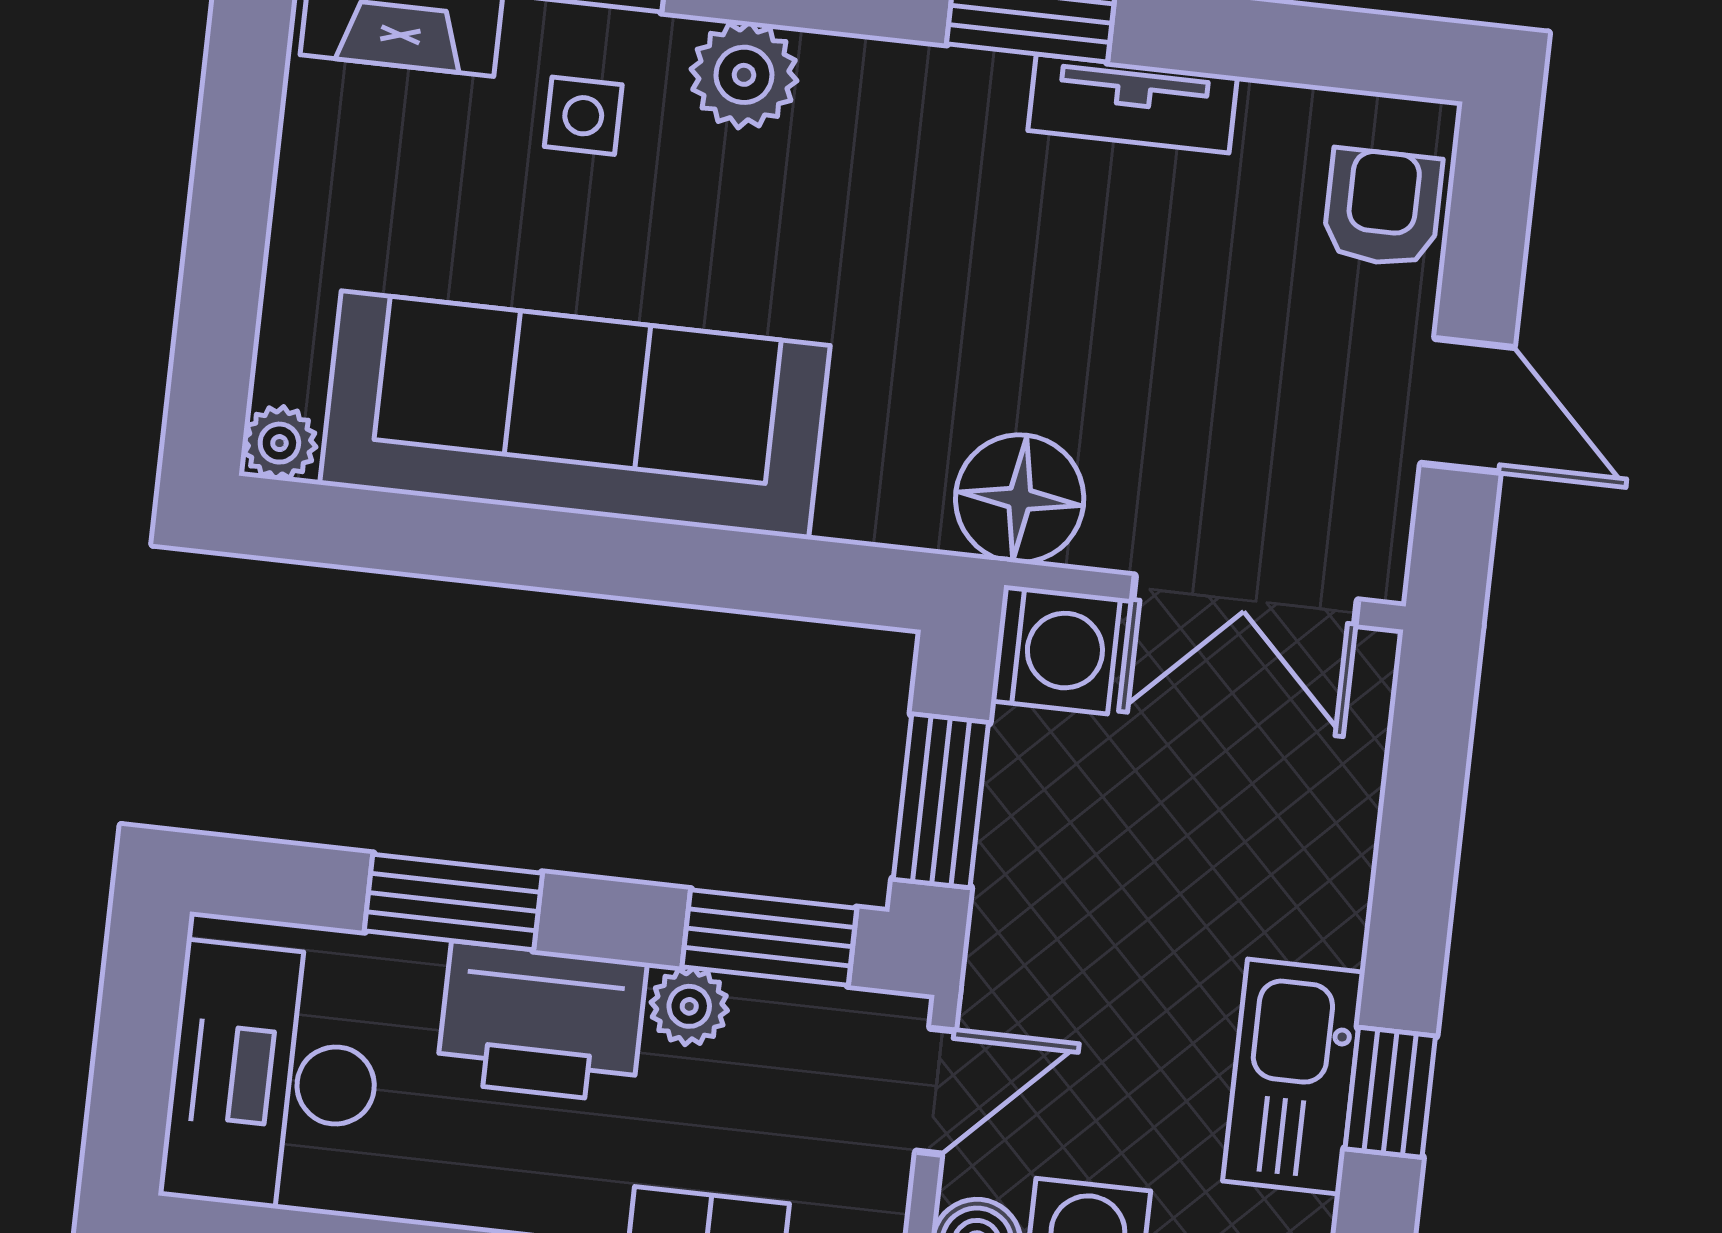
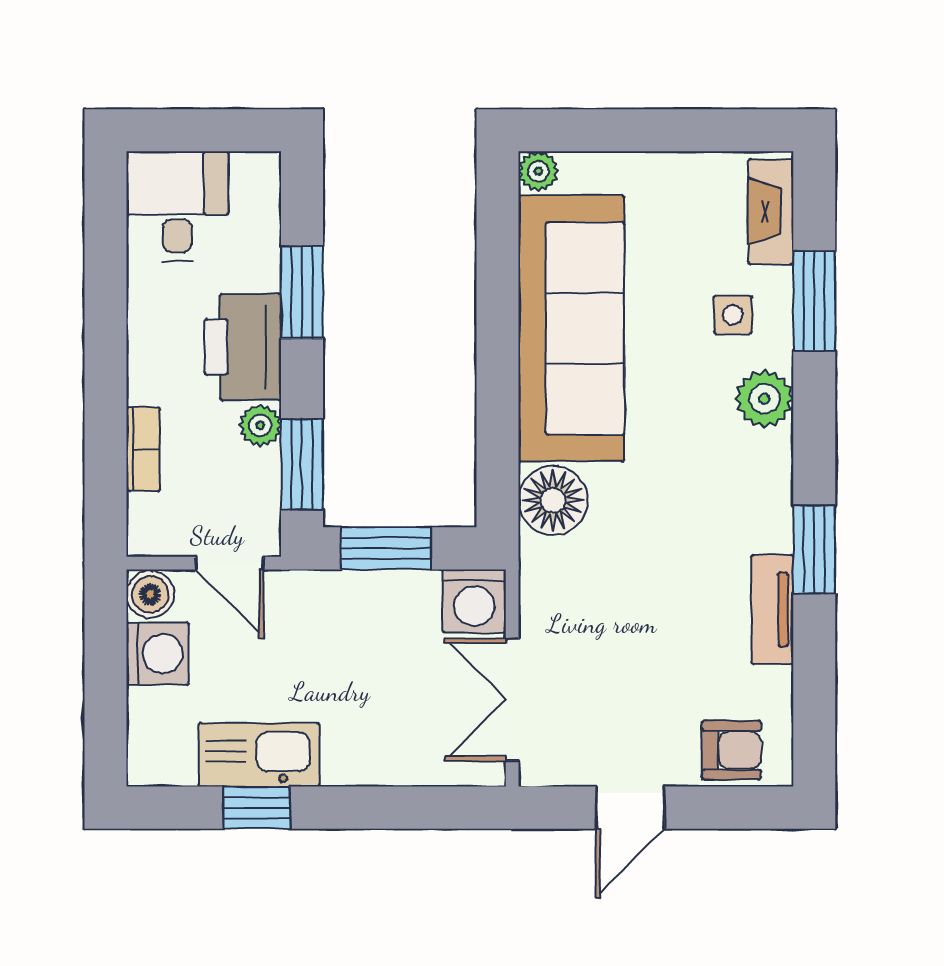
floor lamp: (1020, 499) -> (553, 500), moved
desk: (273, 1078) -> (177, 206), width x0.73

